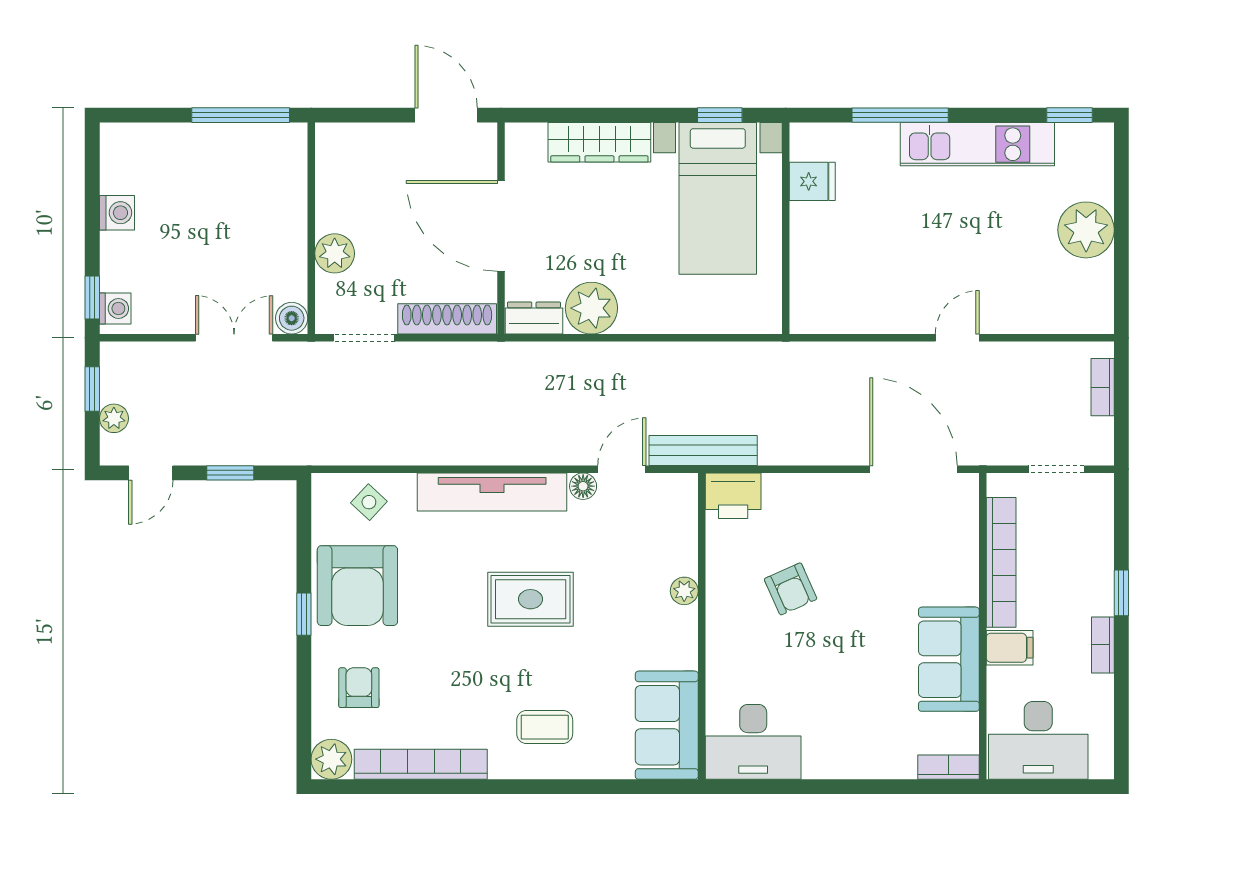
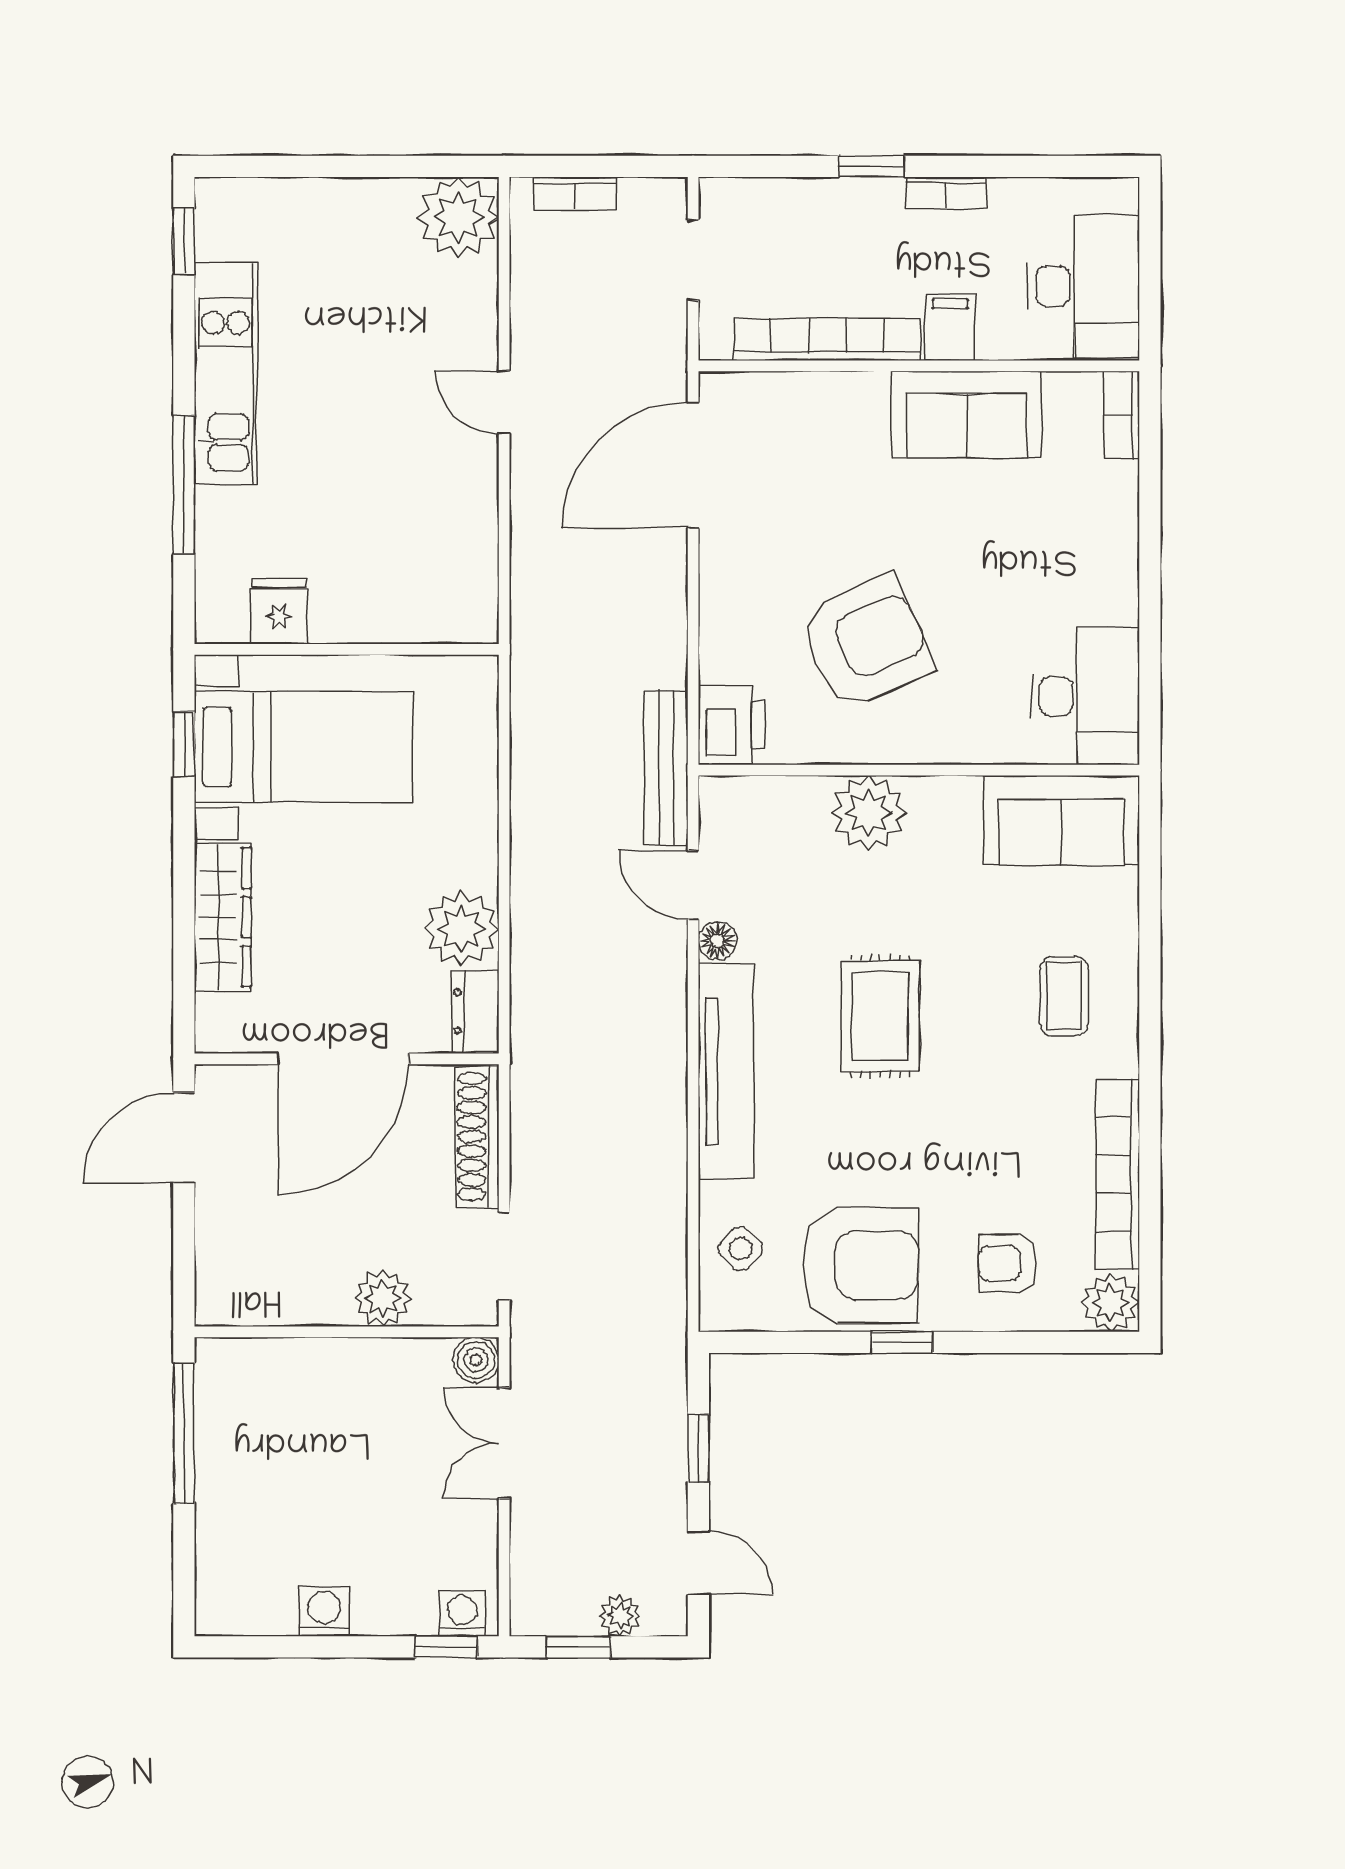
plant: (1086, 230) -> (458, 217), moved
armchair: (791, 589) -> (865, 642), width x1.88, depth x1.88
plant: (684, 591) -> (868, 813), width x1.87, depth x1.87

